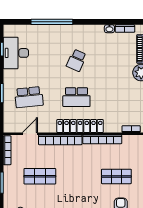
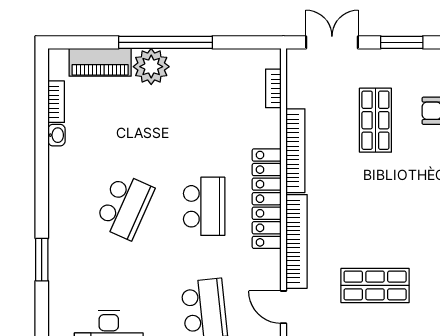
window: (52, 22) -> (42, 260), width x0.47
school desk: (76, 60) -> (125, 206), width x1.85
shop shelf: (40, 176) -> (375, 285), turned 90

